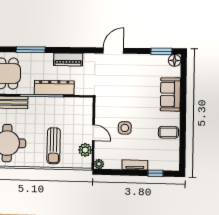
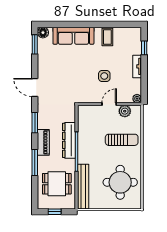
window: (74, 50) -> (35, 123), added
piano: (68, 59) -> (43, 142), moved
sofa: (170, 94) -> (73, 36), width x1.36

